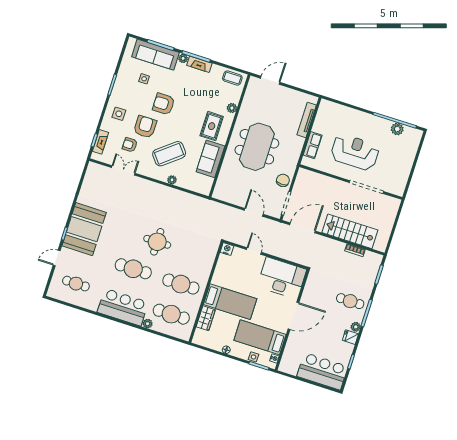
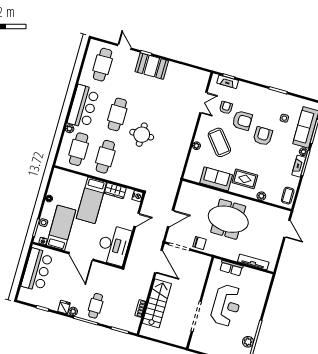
side table: (119, 114) -> (253, 97), removed
booth: (84, 229) -> (152, 66), width x0.73, depth x0.70
cafe table: (76, 284) -> (103, 65), width x1.37, depth x1.35
wardrobe: (206, 318) -> (115, 191), moved
bar counter: (322, 371) -> (37, 270), moved

